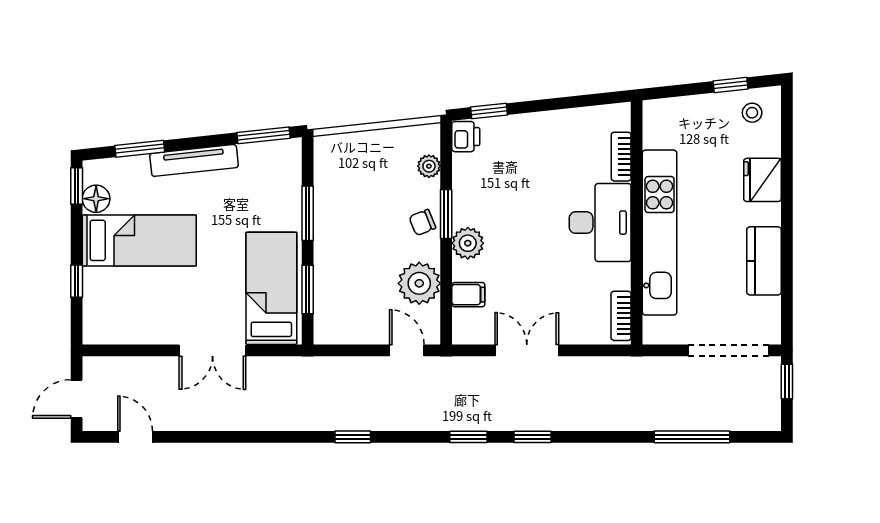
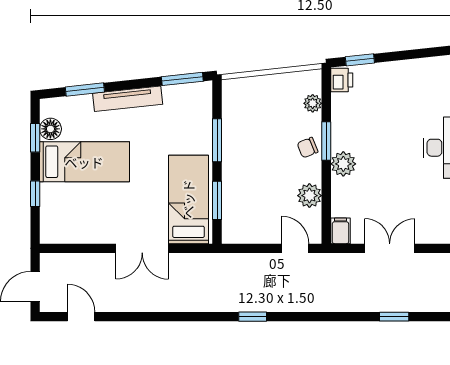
window: (77, 186) -> (35, 138), moved
plant: (419, 283) -> (309, 196), width x0.73, depth x0.73
filing cabinet: (468, 295) -> (340, 231), moved, turned -90
window: (468, 437) -> (344, 317), removed

